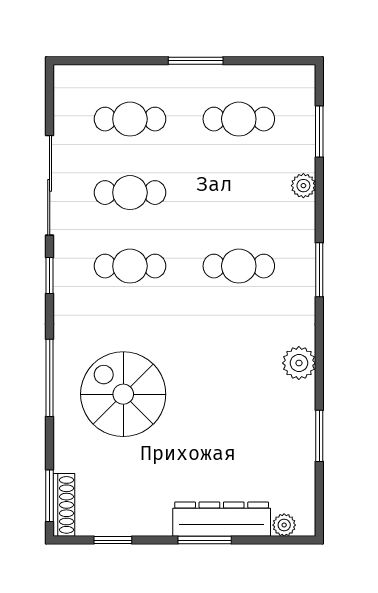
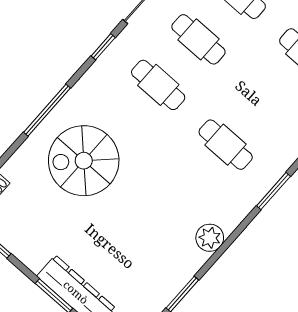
spiral stairs: (123, 394) -> (84, 161), turned -90

